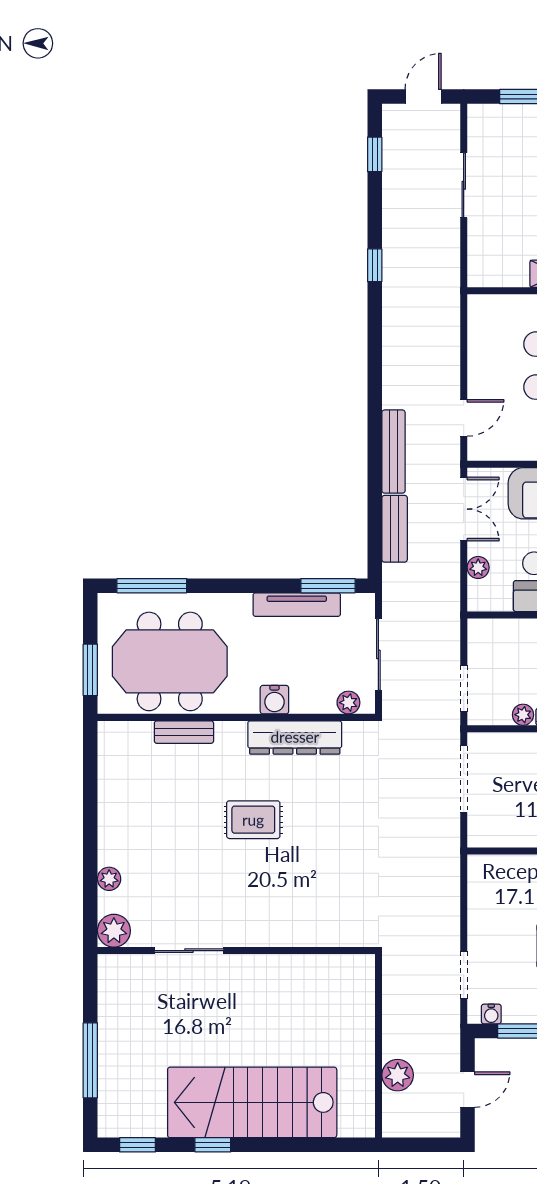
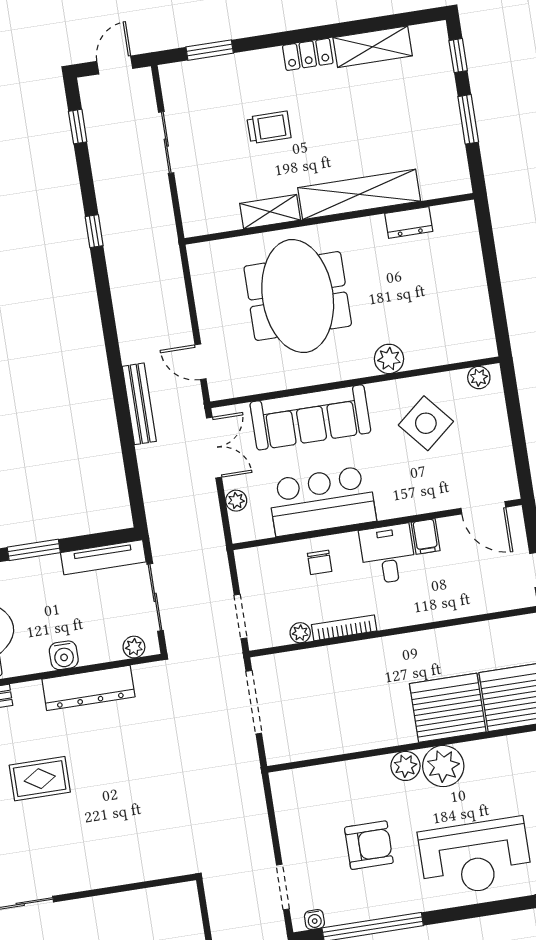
door: (464, 418) -> (201, 362), swing flipped
bench: (395, 529) -> (152, 476), removed
window: (328, 586) -> (34, 550), moved
tv unit: (297, 605) -> (103, 557), moved
rug: (253, 820) -> (40, 779), moved

